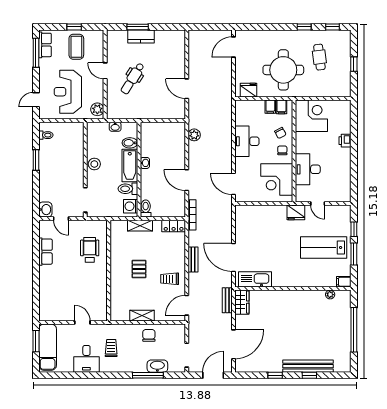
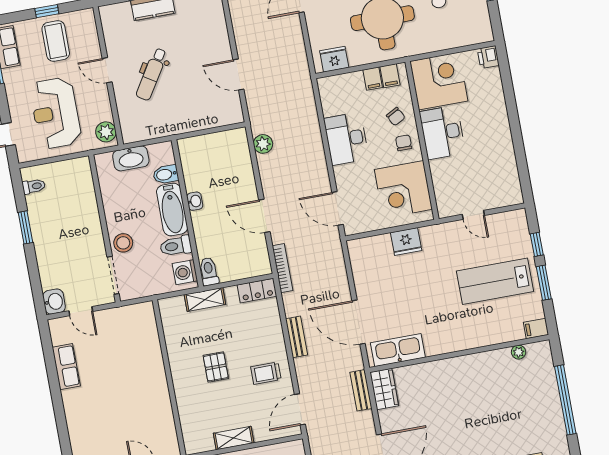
washbasin: (115, 127) -> (131, 158), width x1.91, depth x1.45
printer: (345, 141) -> (488, 57), moved
stool: (94, 164) -> (123, 243), moved
desk: (308, 169) -> (442, 132), moved
fridge: (296, 212) -> (406, 241), moved
wheelchair: (90, 250) -> (134, 351), removed

